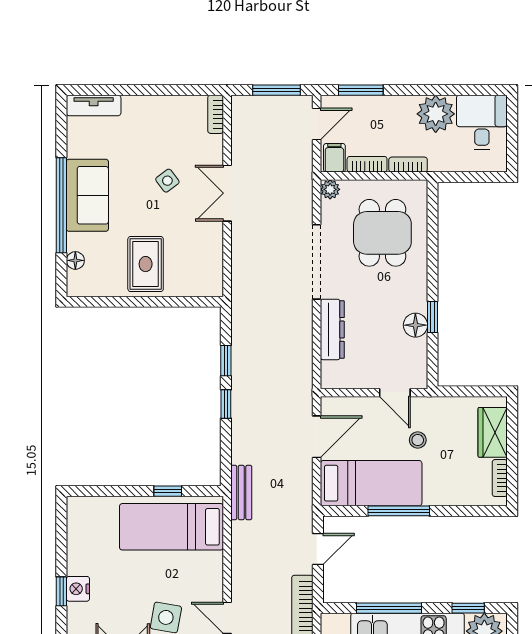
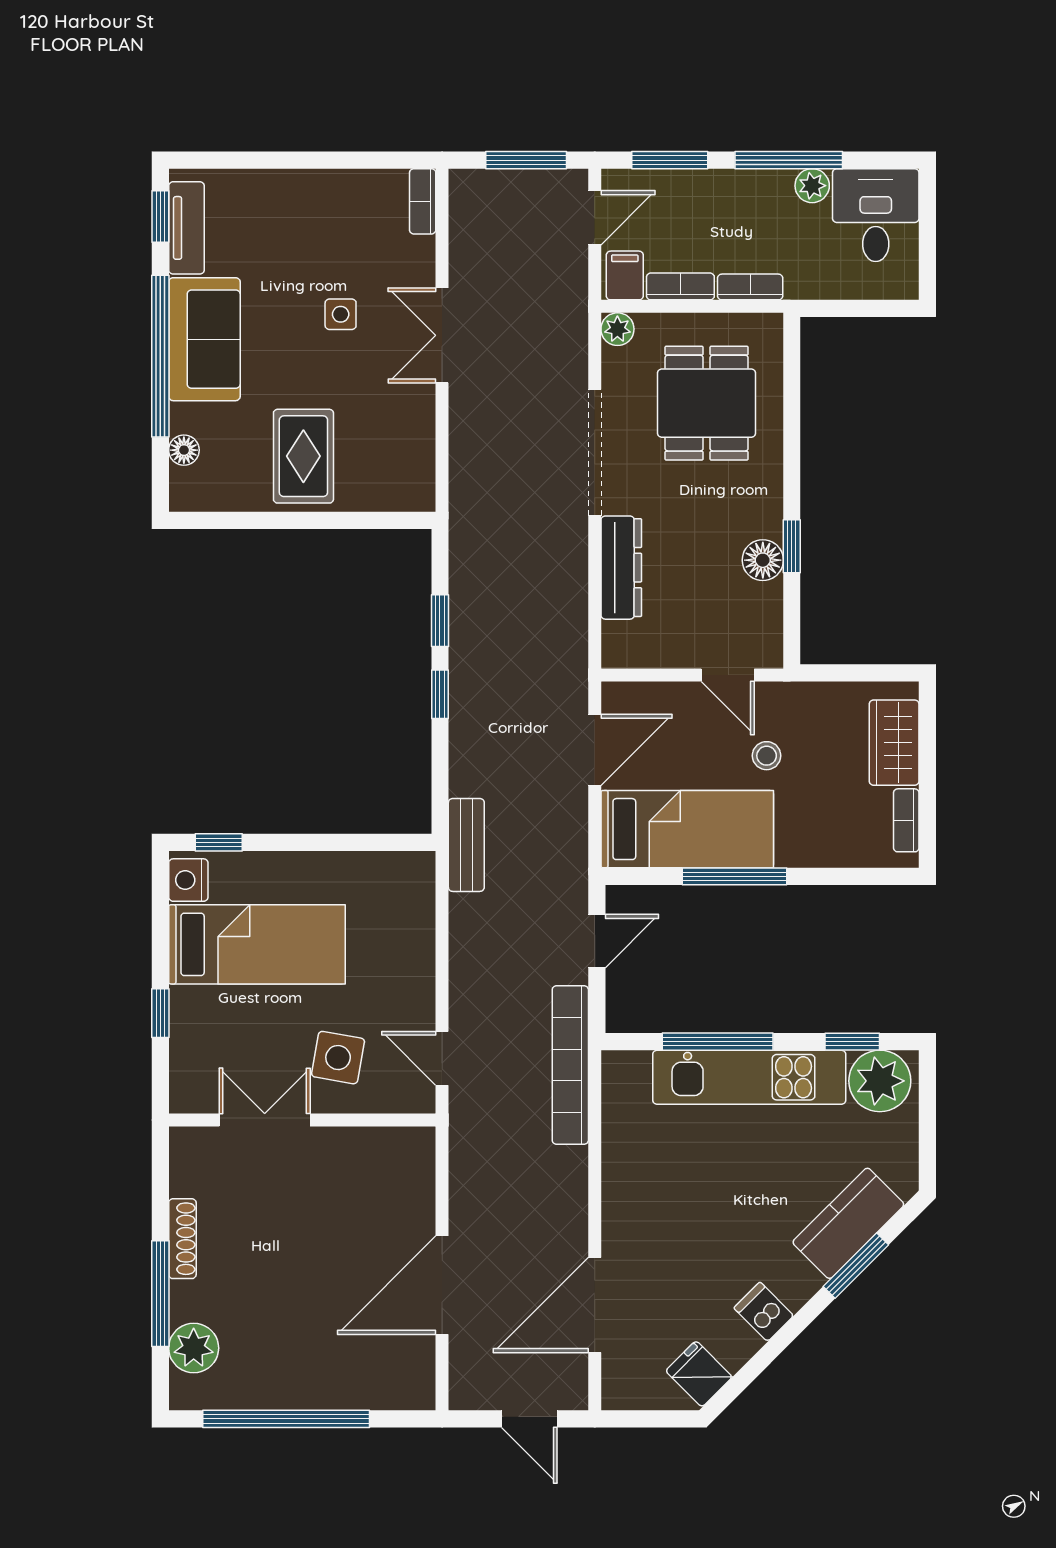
window: (431, 90) -> (789, 160), added
tv unit: (94, 105) -> (186, 228), moved, turned -90
plant: (436, 114) -> (812, 186), width x0.53, depth x0.53
window: (61, 123) -> (160, 216), added
side table: (167, 181) -> (341, 314), turned 37
window: (168, 491) -> (219, 842), moved
bed: (172, 527) -> (257, 944), moved, turned 180
nightstand: (78, 589) -> (188, 880), moved

